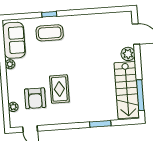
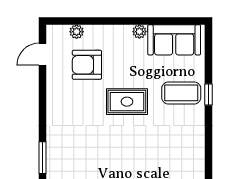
coffee table: (50, 33) -> (181, 93), turned 90
rug: (59, 89) -> (127, 102), moved

